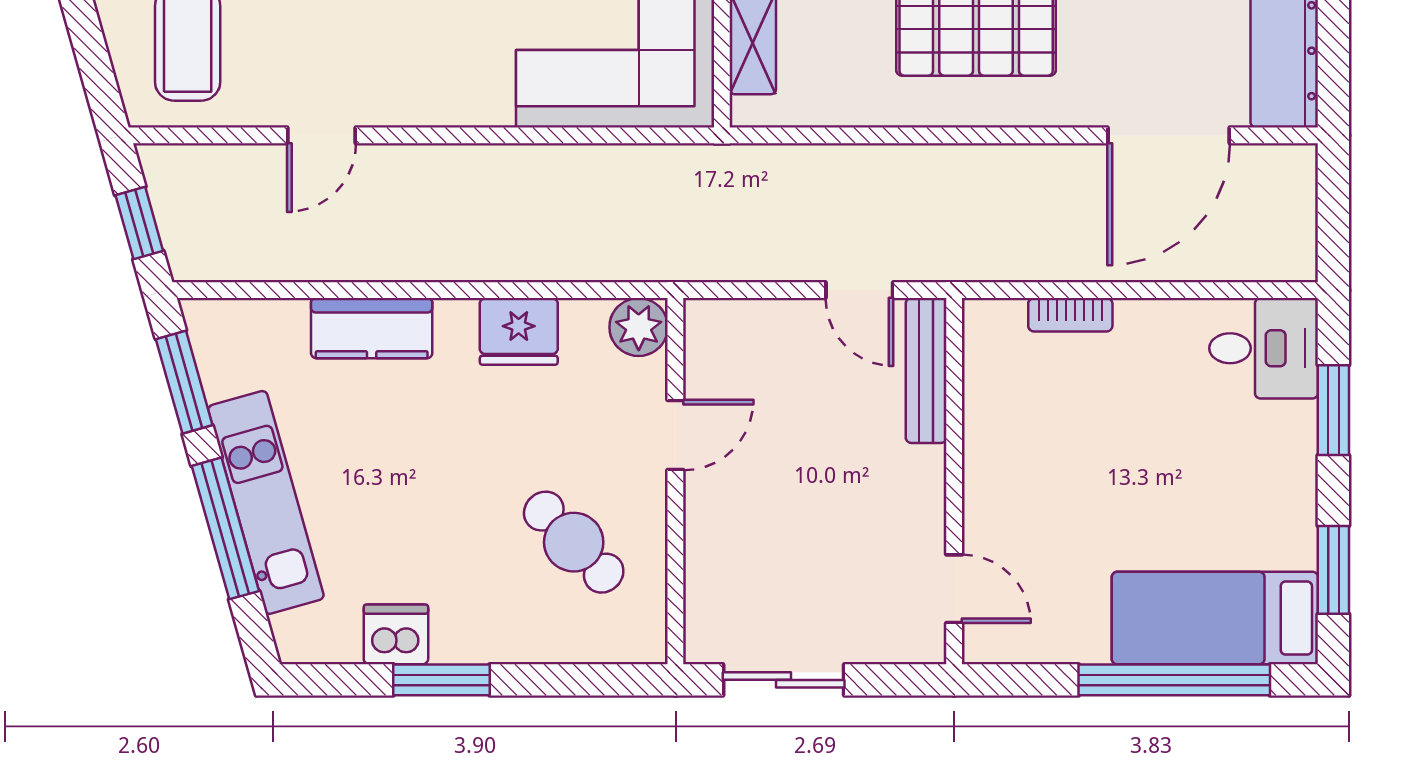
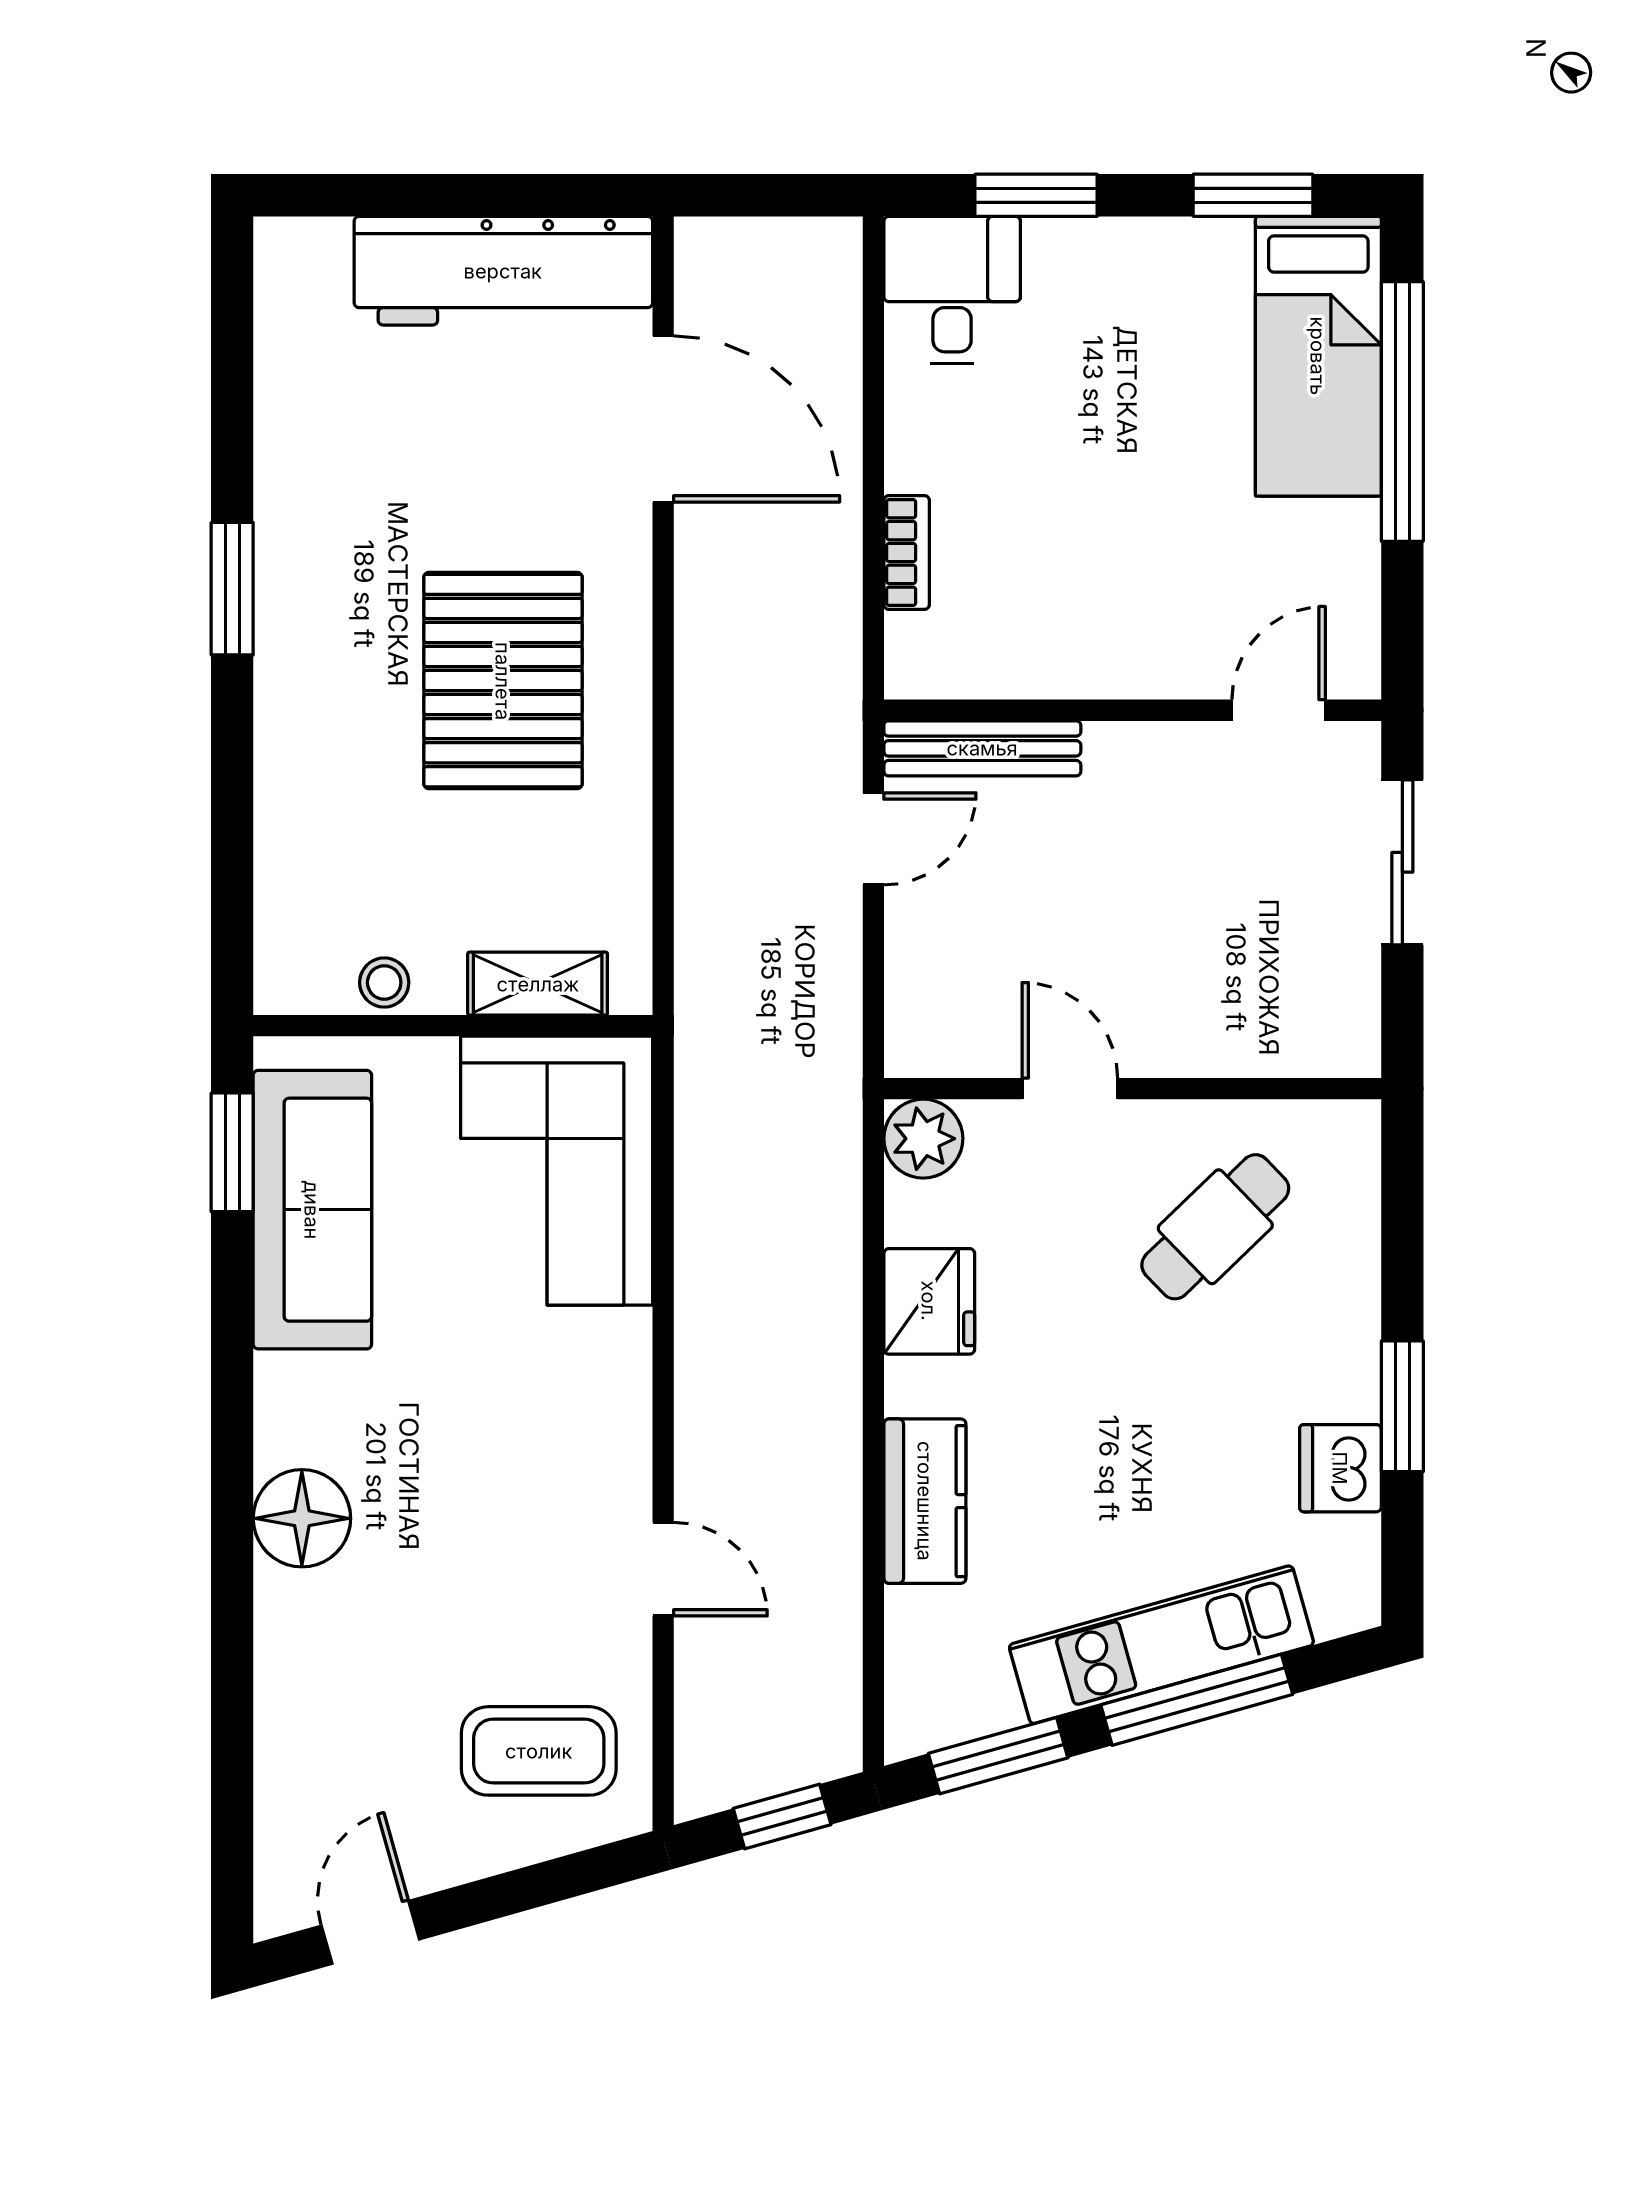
sliding door: (784, 680) -> (1402, 862), moved

